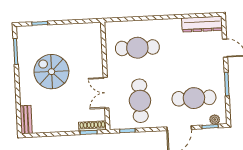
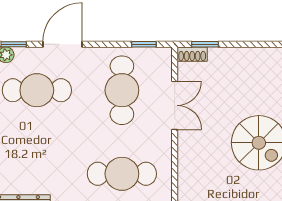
shoe rack: (92, 126) -> (192, 54), width x0.70

